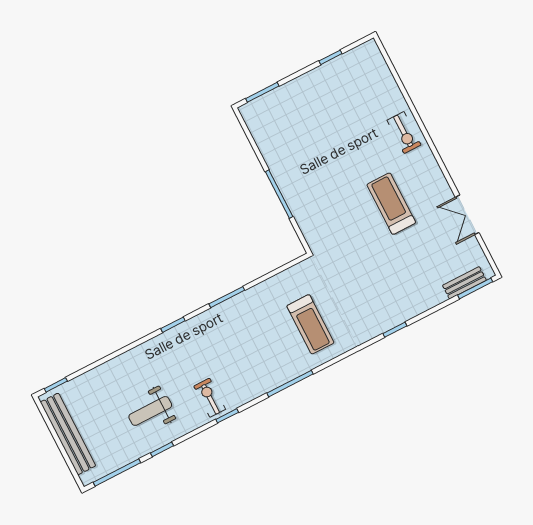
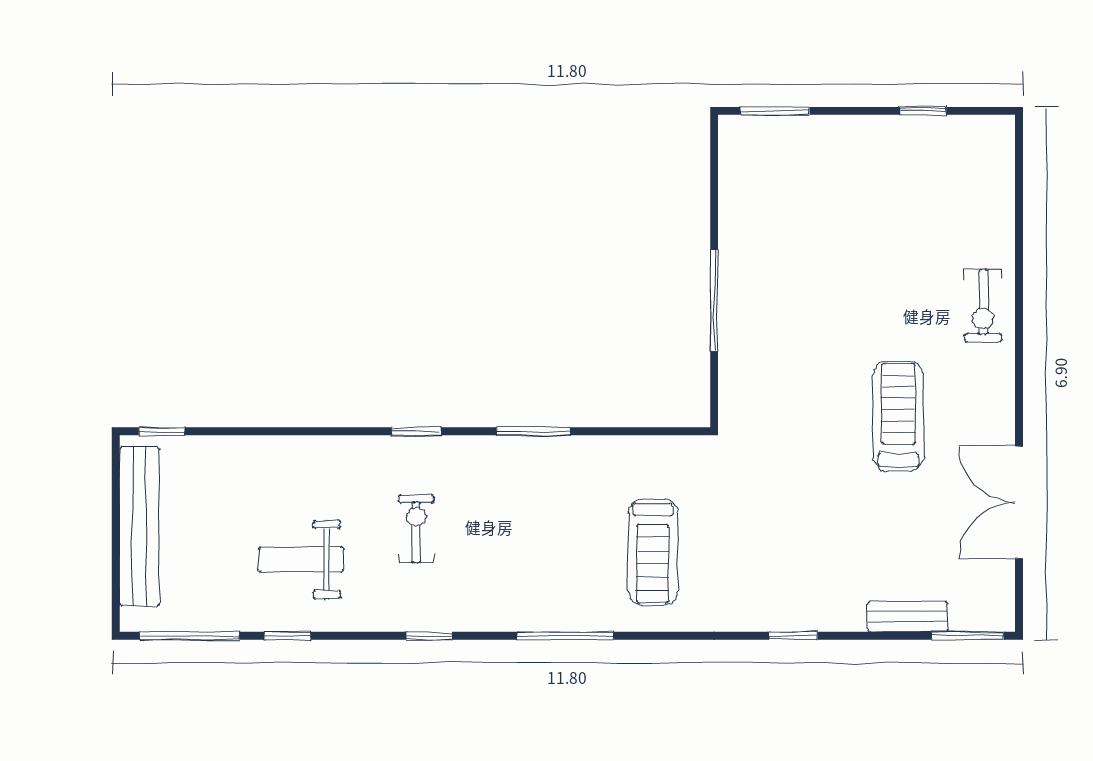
double door: (467, 215) -> (1019, 502), width x1.37
bench: (464, 283) -> (908, 617), moved
exercise bike: (210, 398) -> (416, 529), moved

